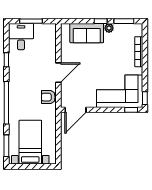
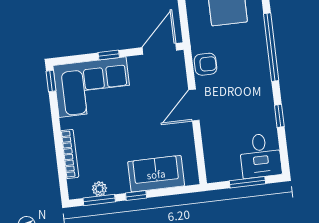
plant: (109, 28) -> (99, 189), moved
window: (131, 110) -> (109, 55), moved

